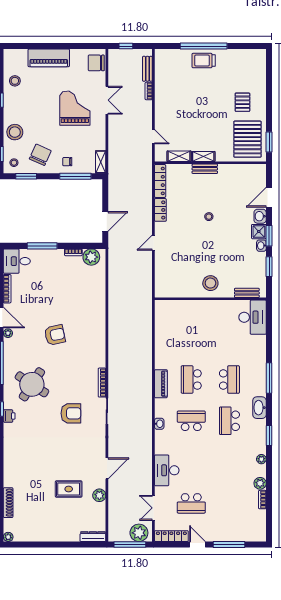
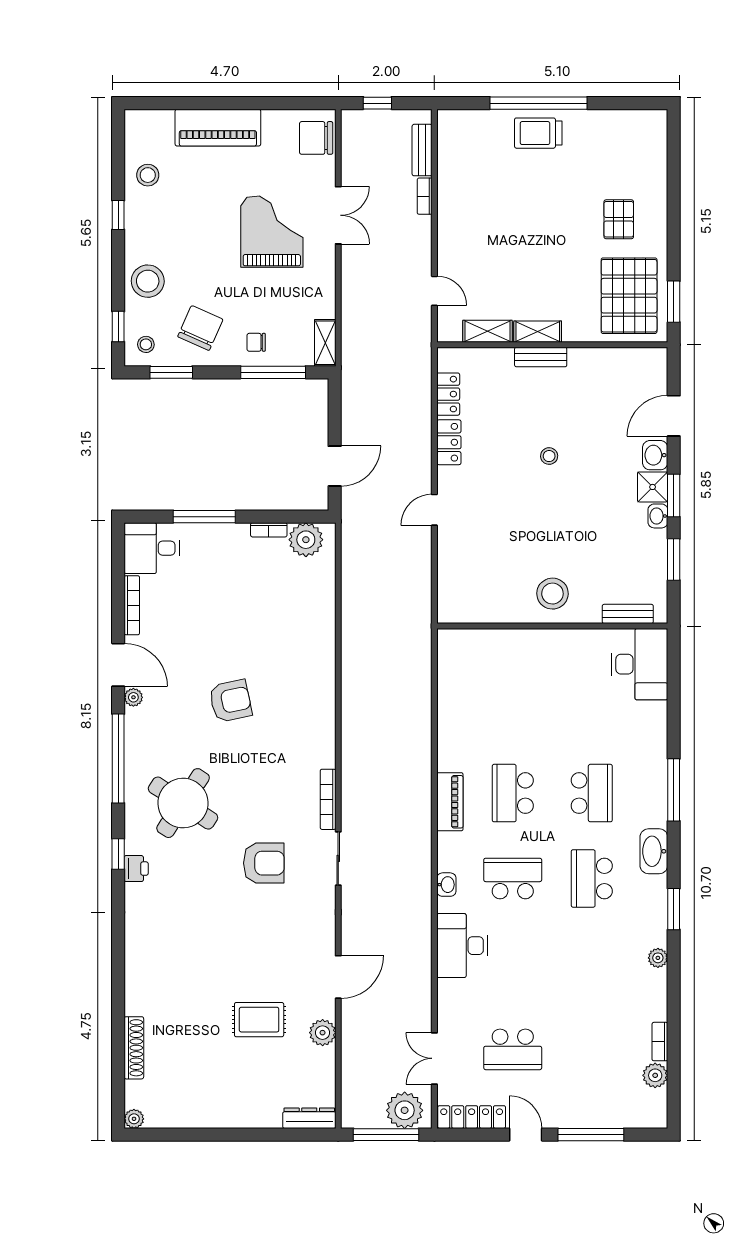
locker: (160, 181) -> (448, 394), width x0.66
desk: (167, 470) -> (462, 946), moved
plant: (260, 483) -> (655, 1075), moved

